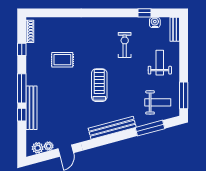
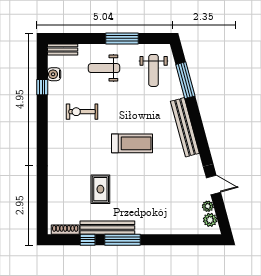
treadmill: (99, 85) -> (132, 143), turned 180
window: (22, 88) -> (122, 240), moved
window: (184, 95) -> (122, 38), moved
weight bench: (158, 102) -> (154, 70), turned 180
bench: (31, 108) -> (107, 228), moved
window: (22, 115) -> (169, 240), removed

